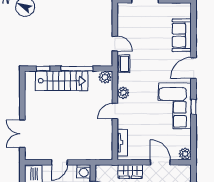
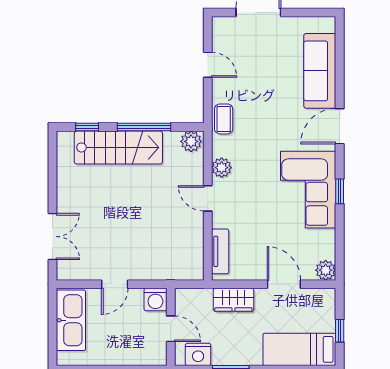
sofa: (182, 35) -> (320, 71), width x1.36
door: (115, 44) -> (208, 65), moved
door: (115, 111) -> (208, 198), hinge flipped
double door: (22, 134) -> (52, 236), swing flipped

